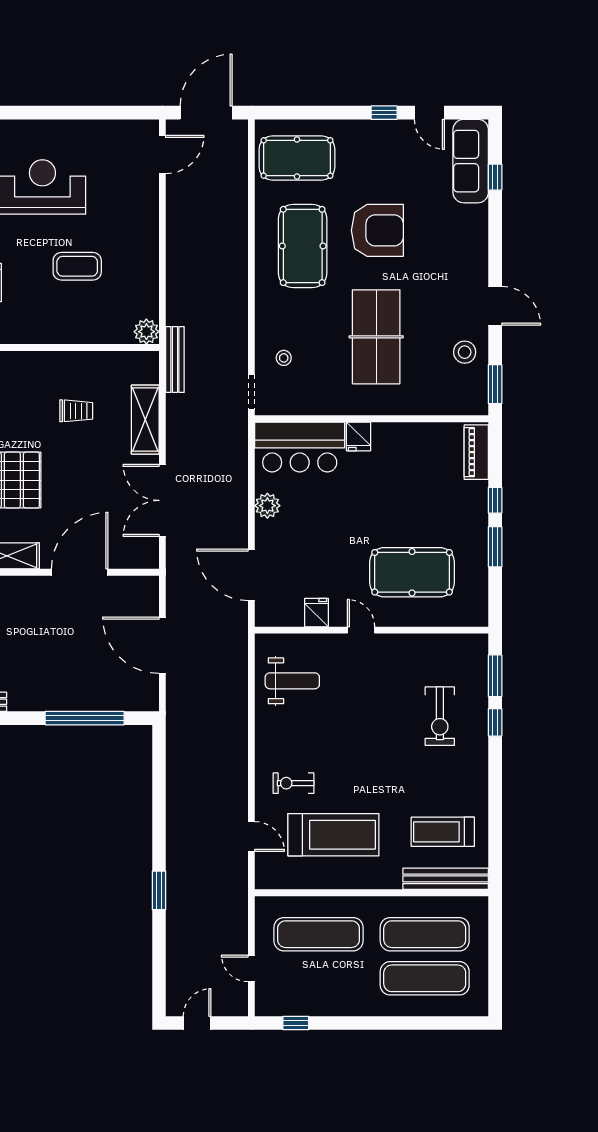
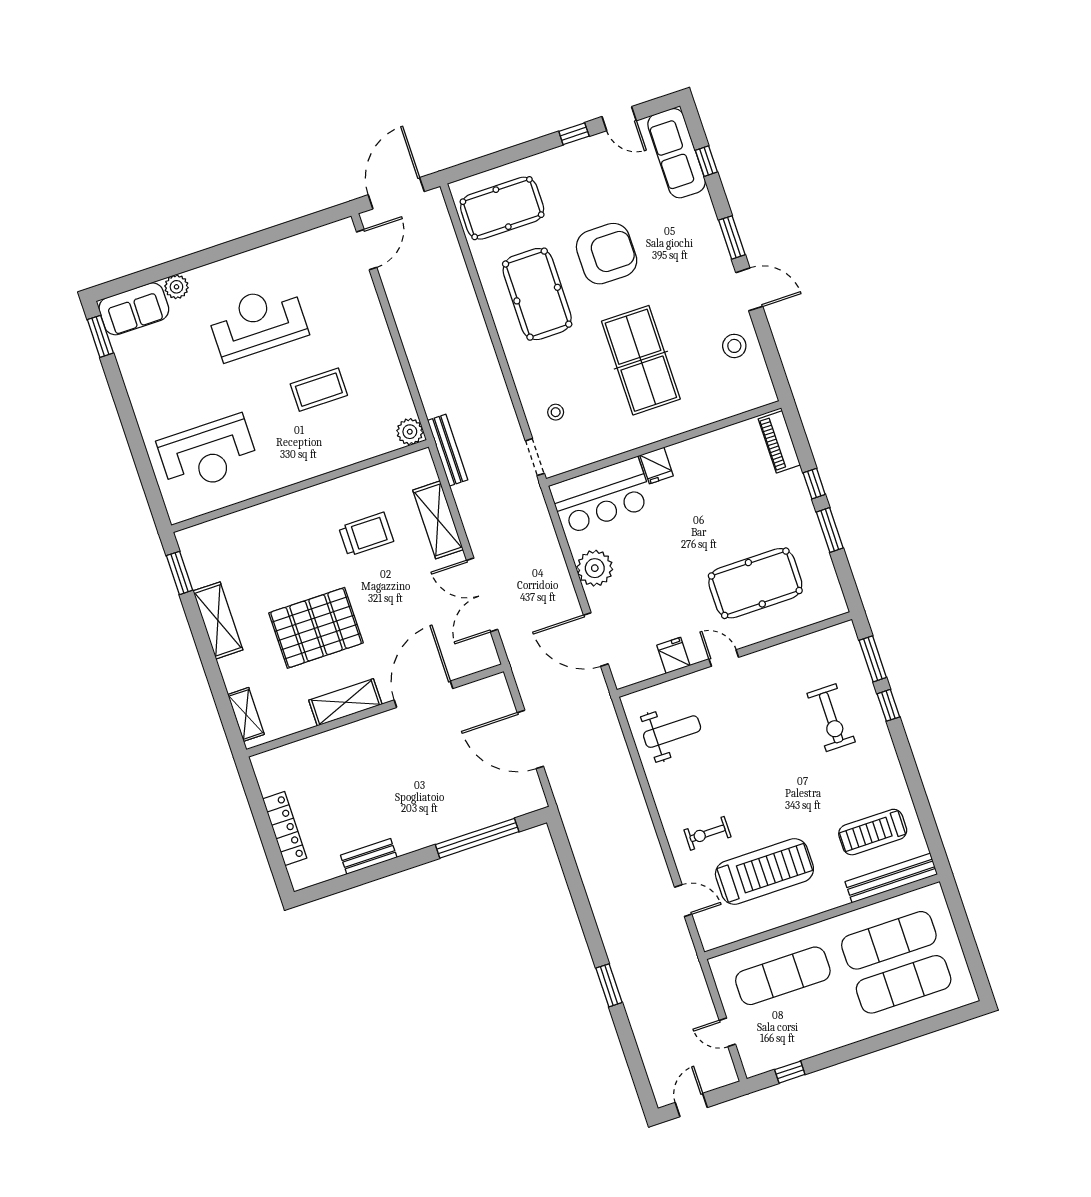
window: (495, 384) -> (732, 237), moved
trolley: (76, 411) -> (366, 534), width x1.36, depth x1.39
plant: (267, 506) -> (595, 568), width x1.36, depth x1.36

